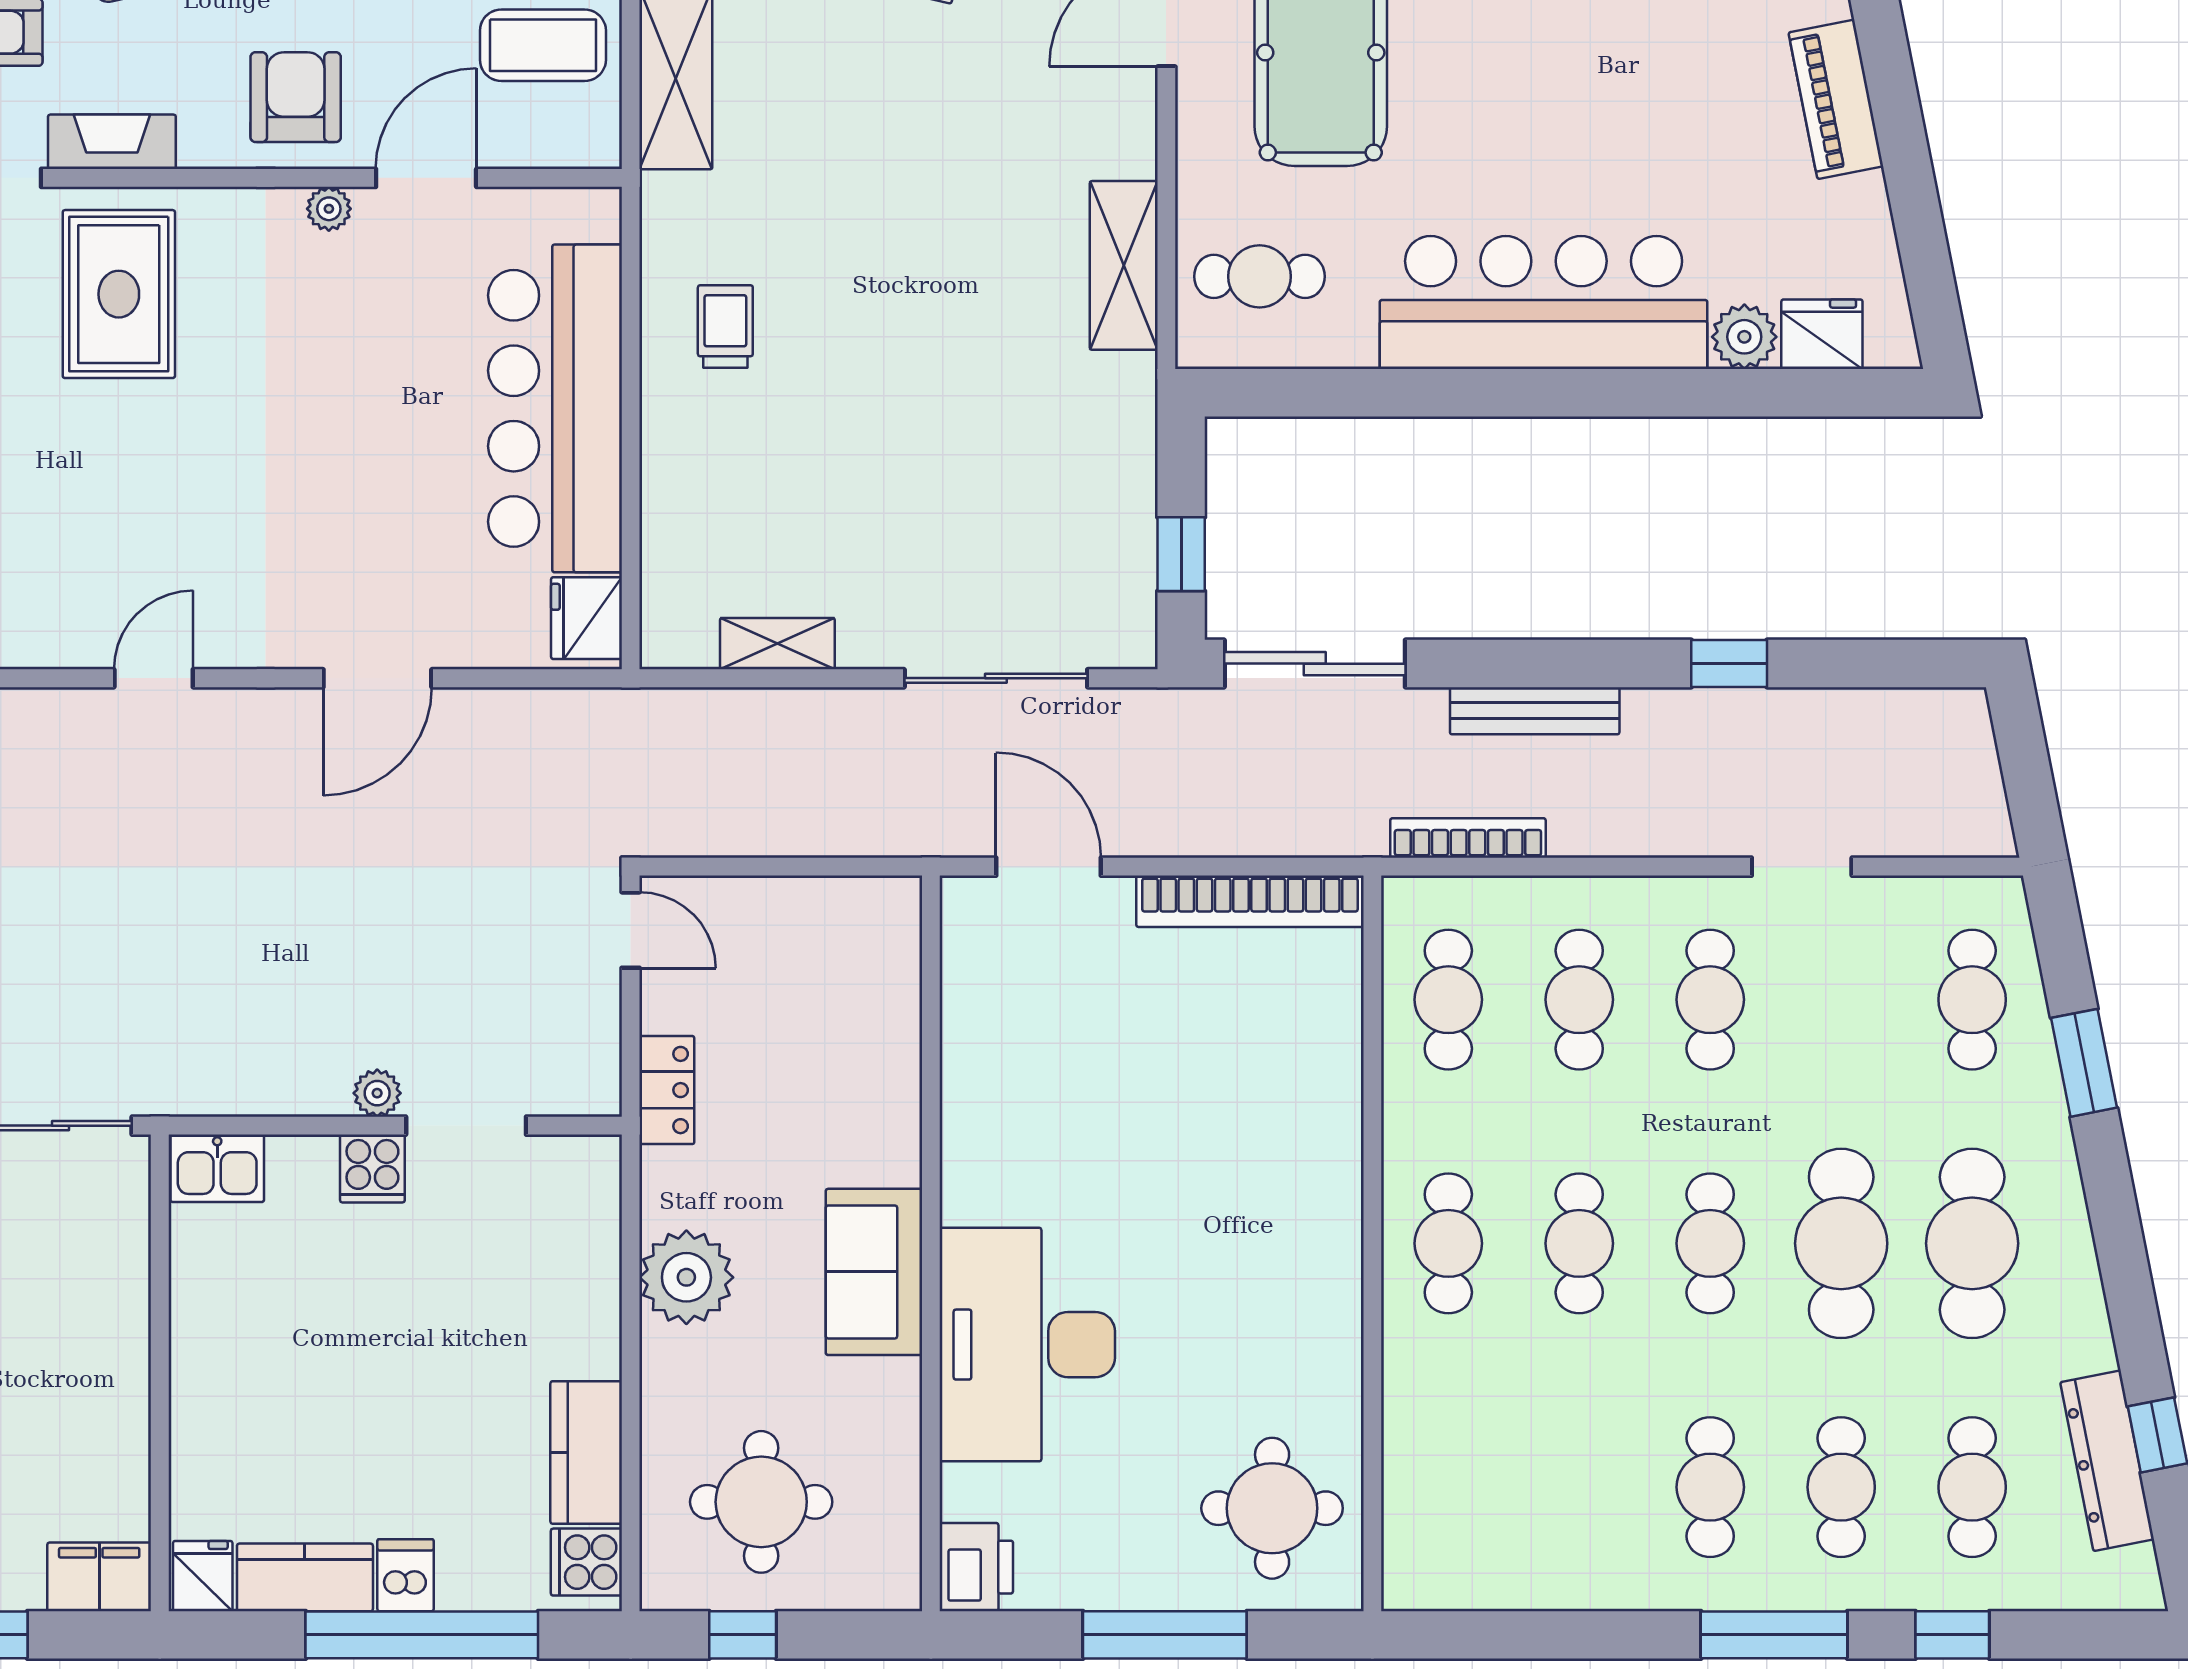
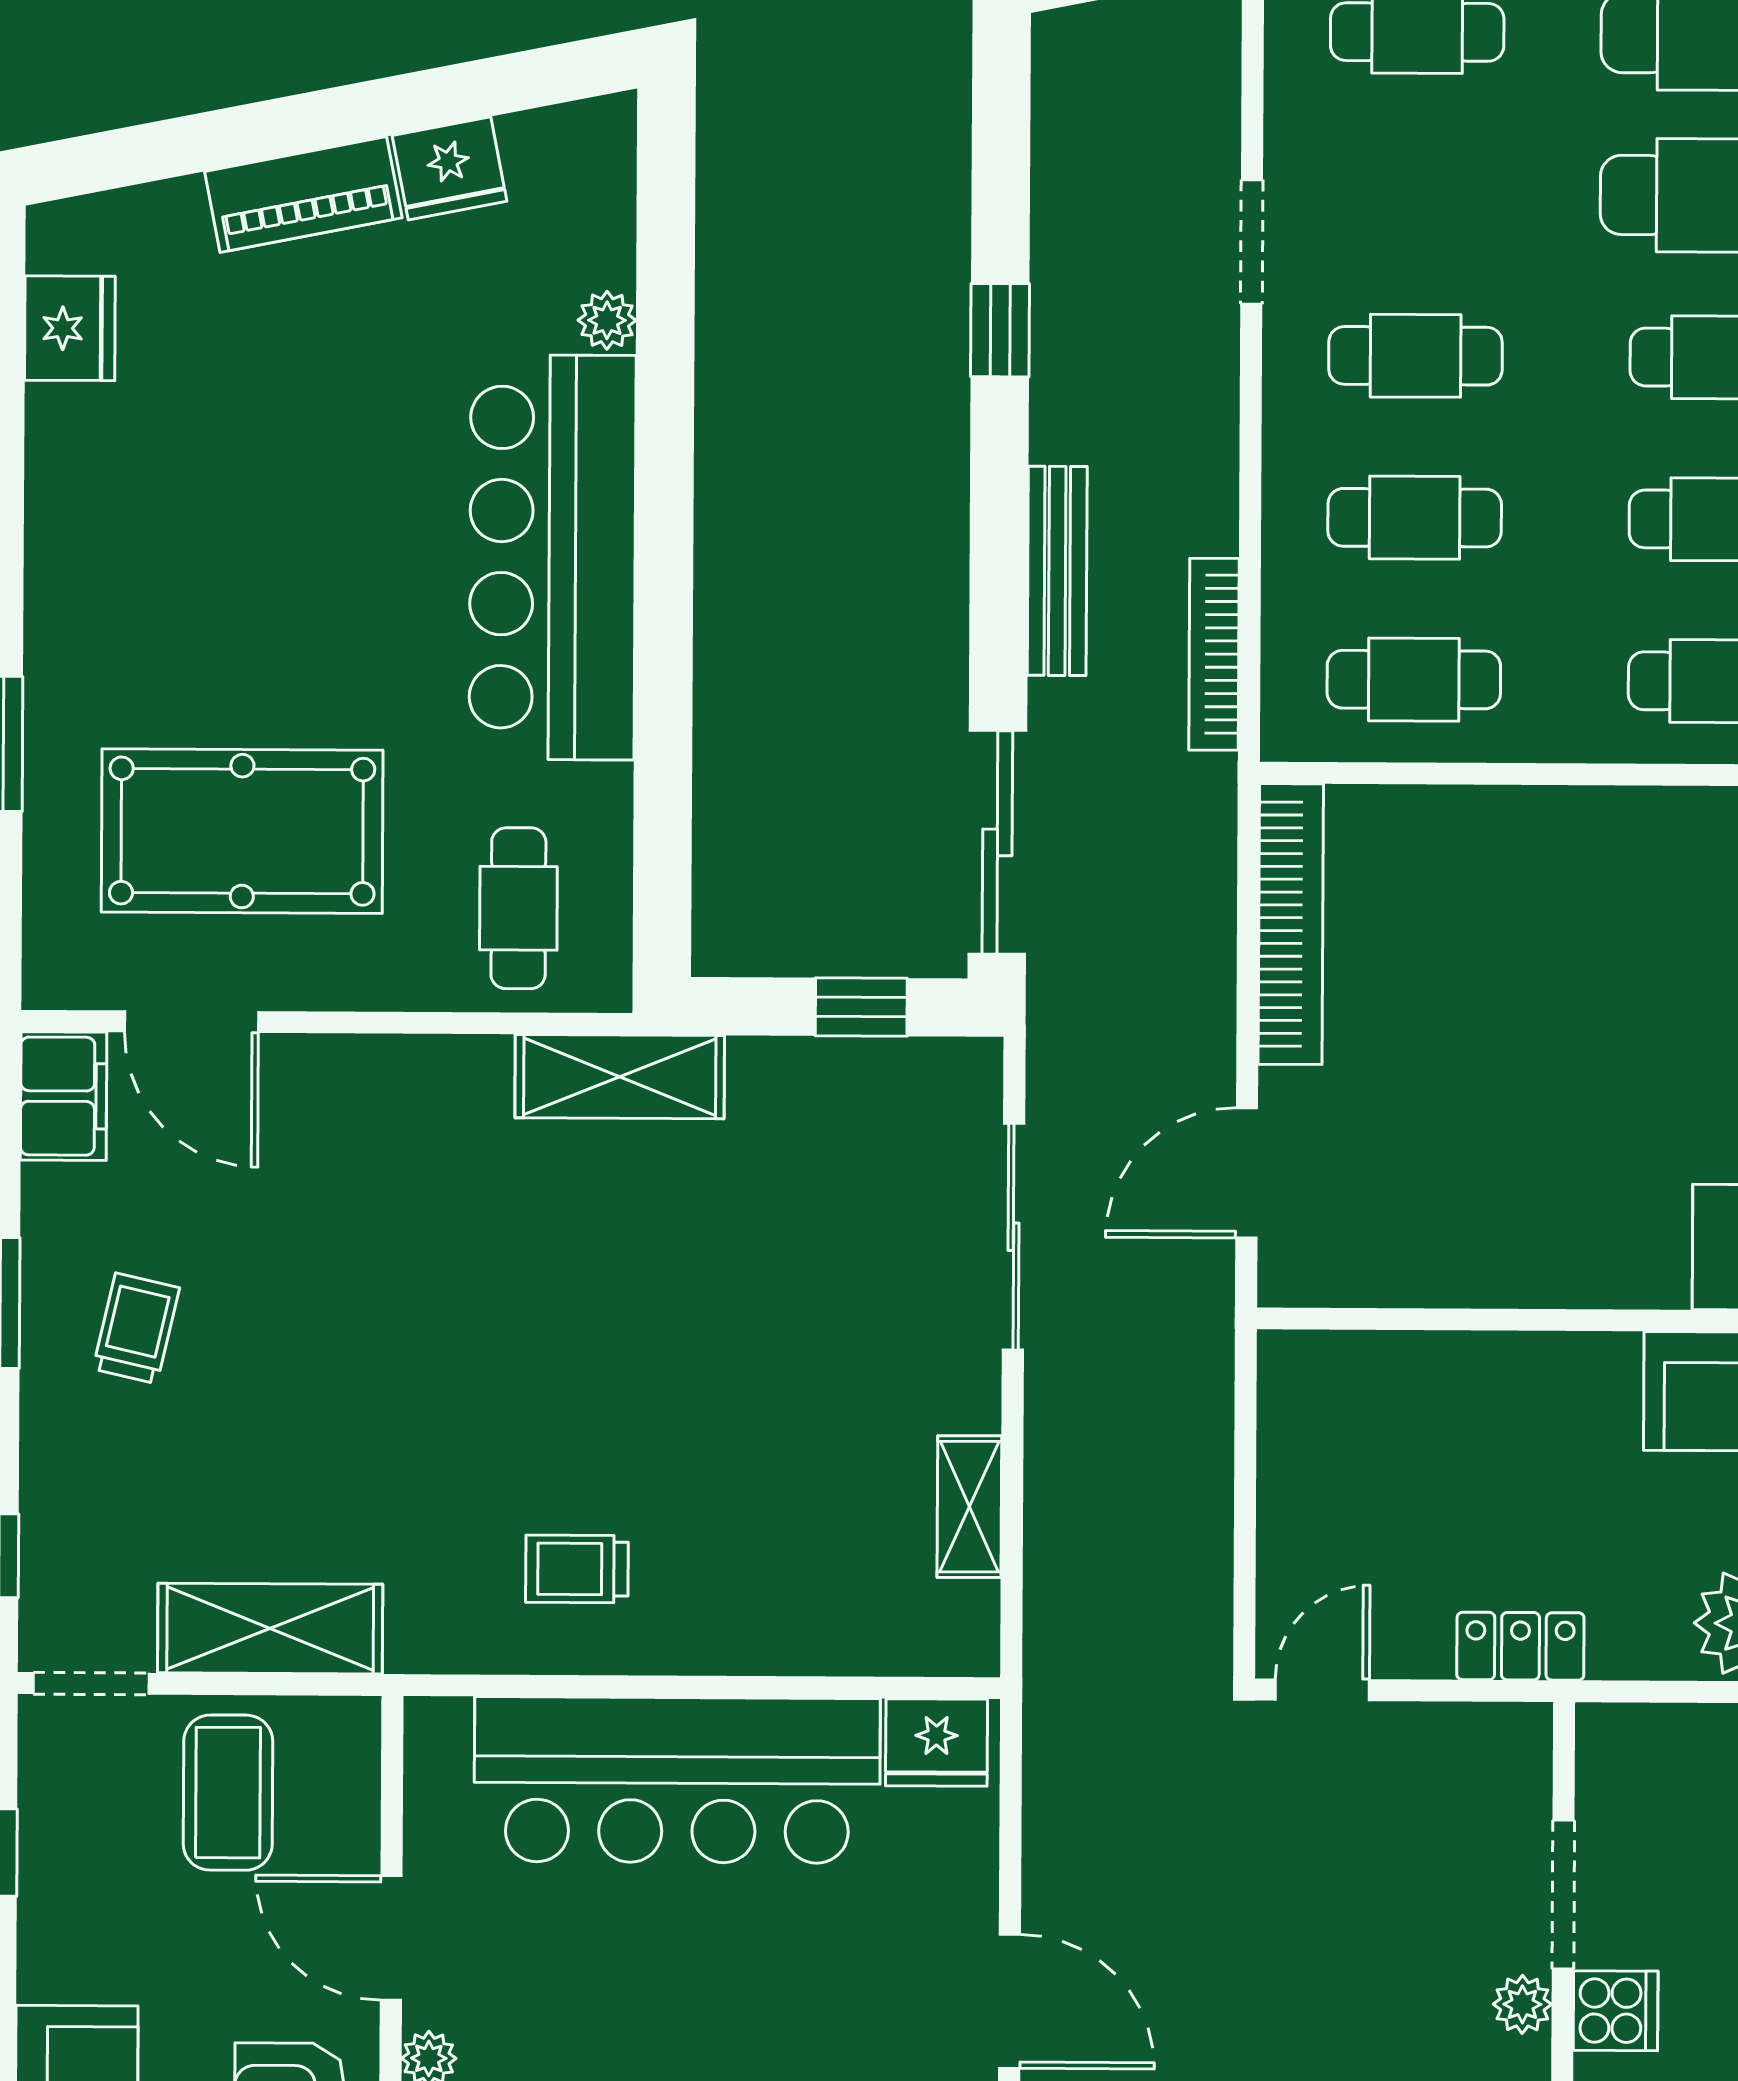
shelving: (1124, 265) -> (620, 1077), moved
fridge: (1822, 334) -> (449, 168), moved, turned -101
plant: (1744, 337) -> (607, 320), width x0.73, depth x0.73

